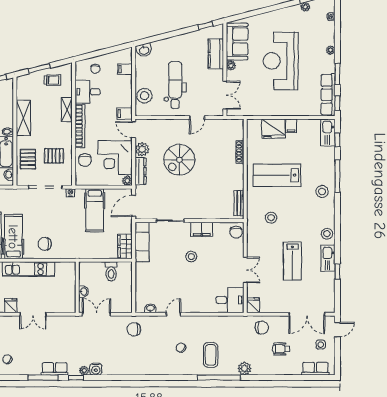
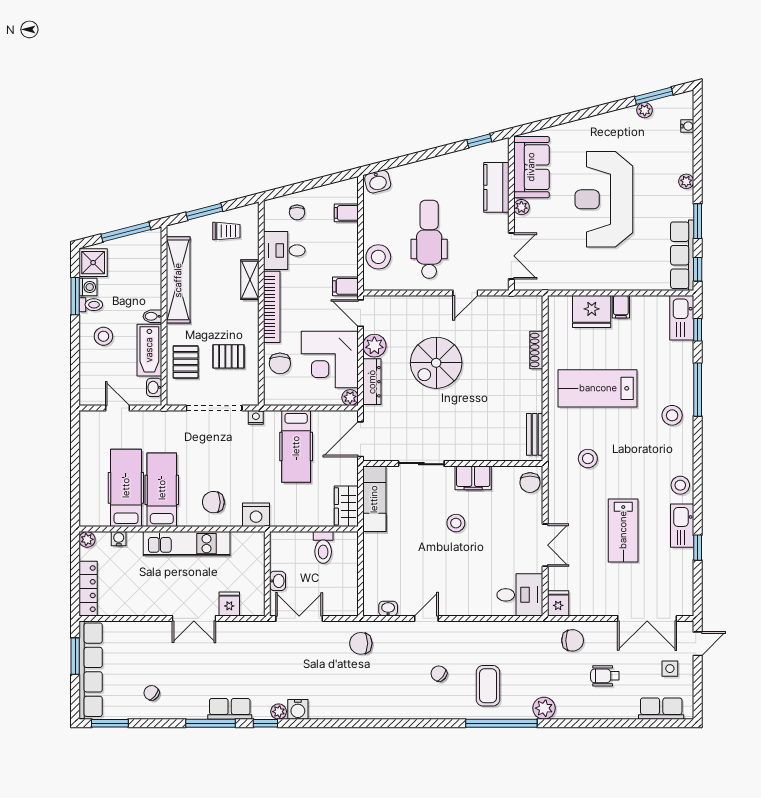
shelving: (23, 118) -> (178, 280), width x1.47
nightstand: (71, 252) -> (256, 515), added
fridge: (11, 306) -> (229, 604), moved

